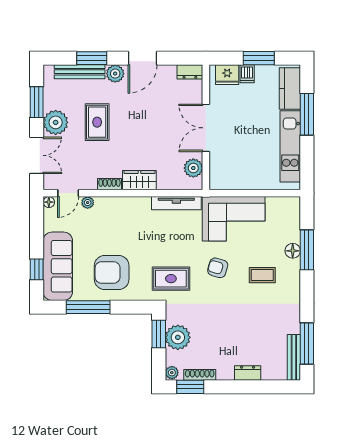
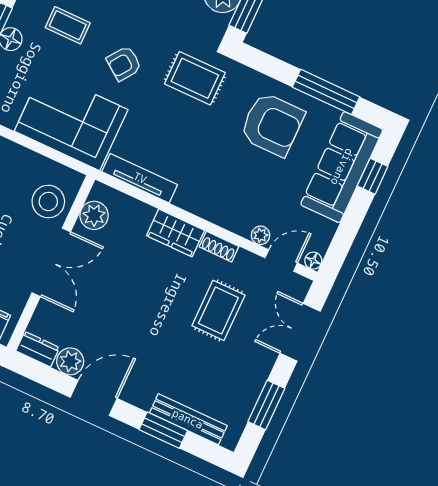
plant: (115, 74) -> (70, 361), moved
plant: (56, 122) -> (253, 365), removed
rug: (97, 122) -> (218, 310), moved
stool: (225, 164) -> (48, 201), added
armchair: (218, 268) -> (124, 63), turned 110

